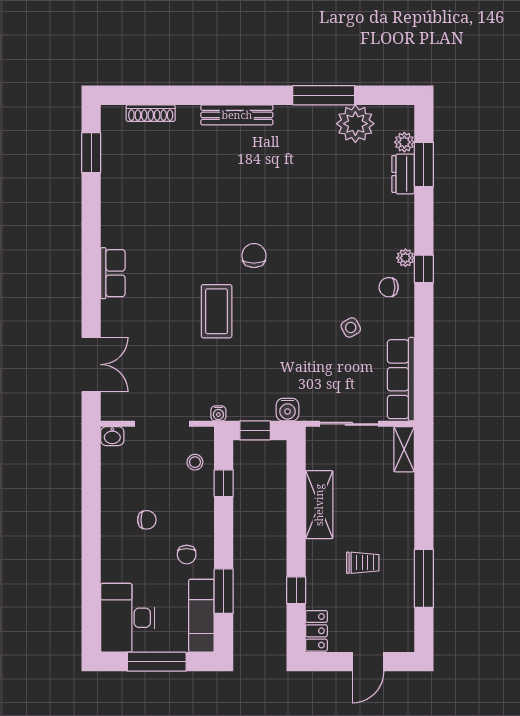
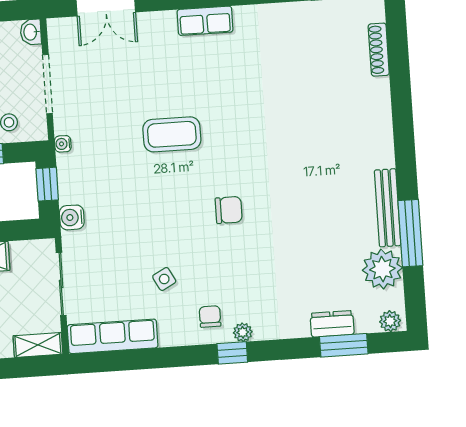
bench: (237, 115) -> (388, 208), moved
plant: (404, 142) -> (390, 321), moved
chair: (254, 256) -> (229, 210), moved

